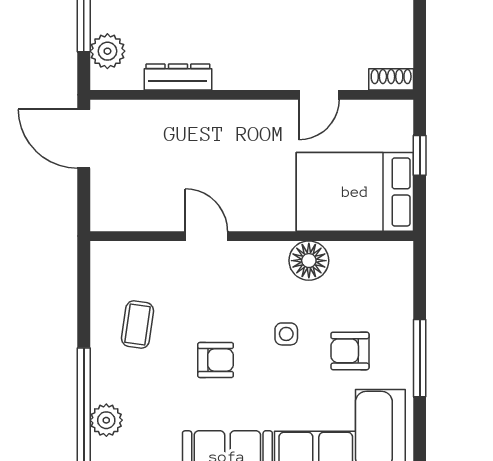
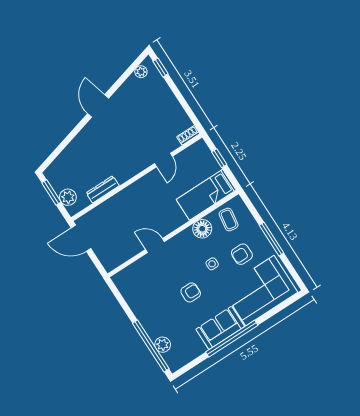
bed: (355, 192) -> (206, 195), width x0.67
coffee table: (137, 325) -> (229, 220), moved

